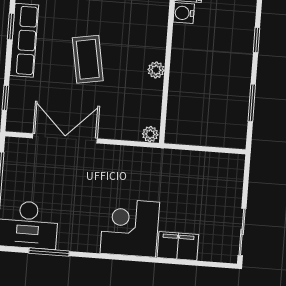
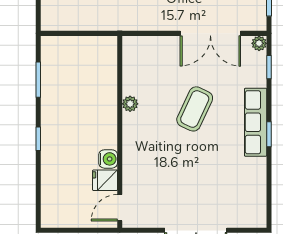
coffee table: (88, 59) -> (195, 109), turned 35
plant: (150, 134) -> (259, 43), moved

